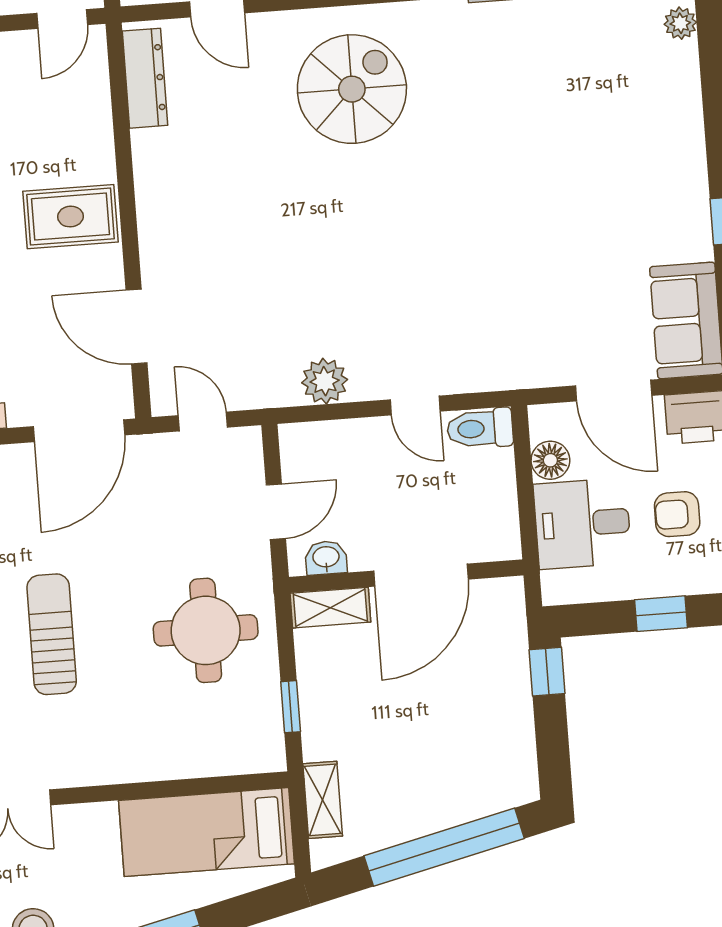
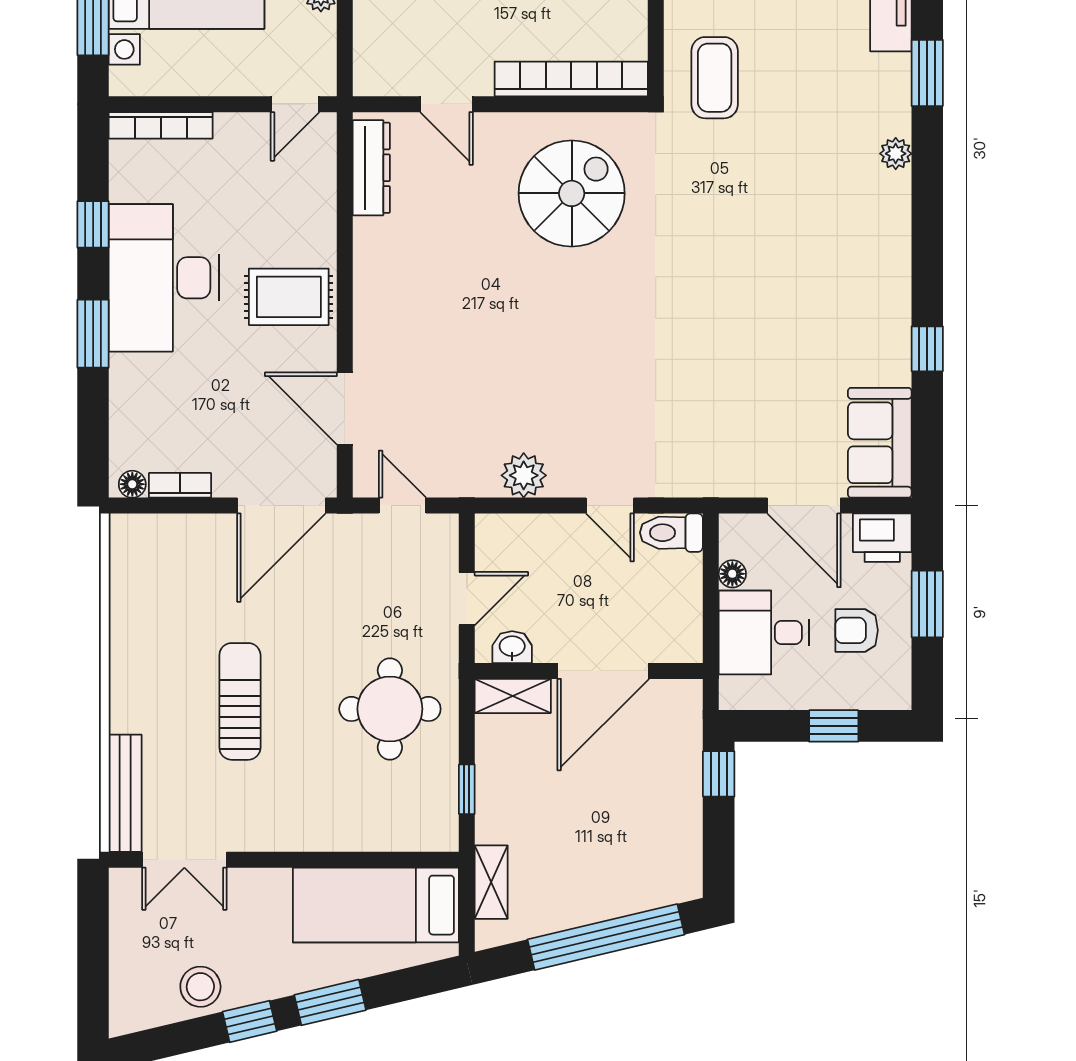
floor lamp: (550, 460) -> (732, 574), width x0.73, depth x0.73

